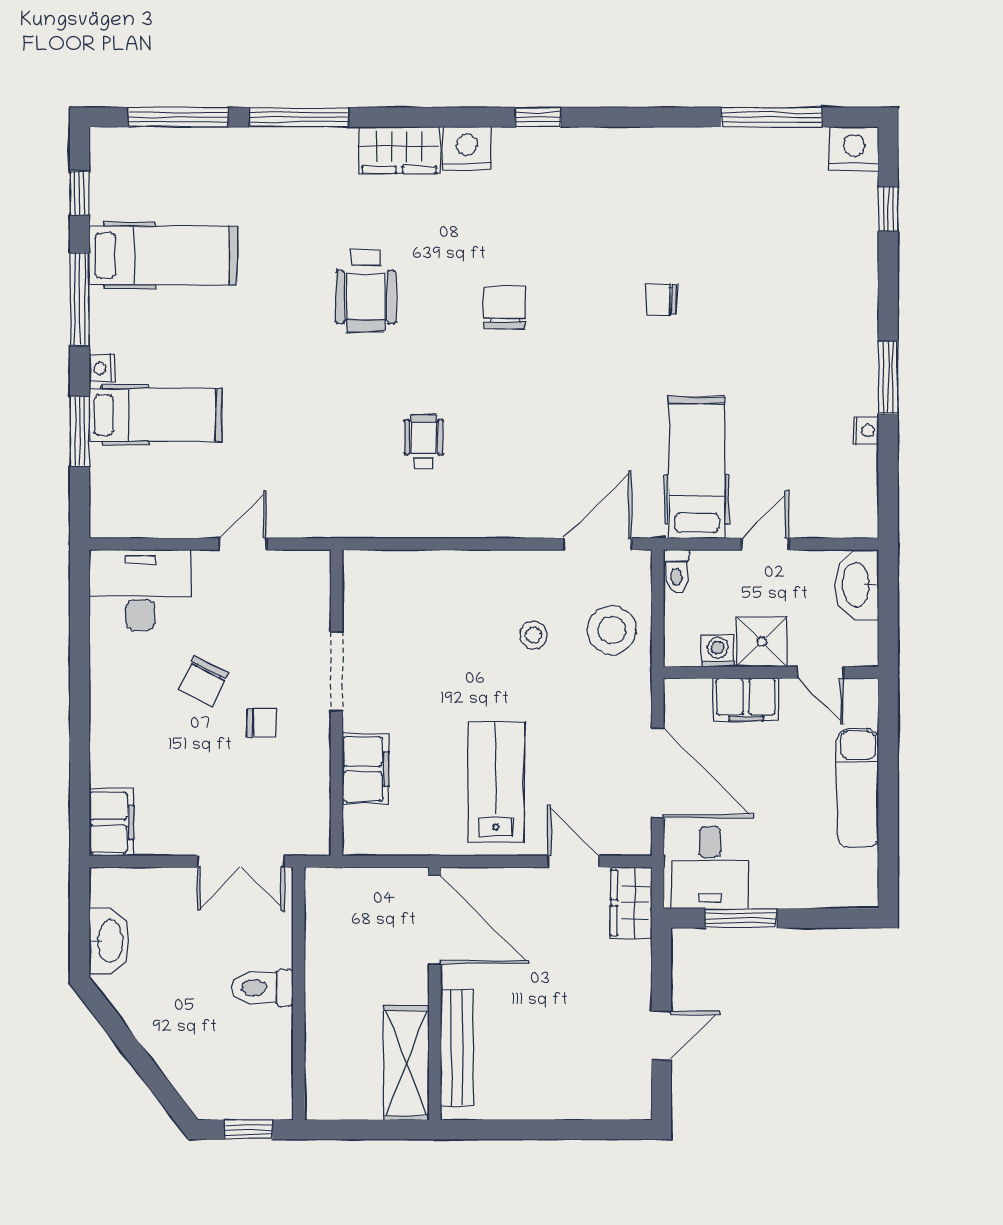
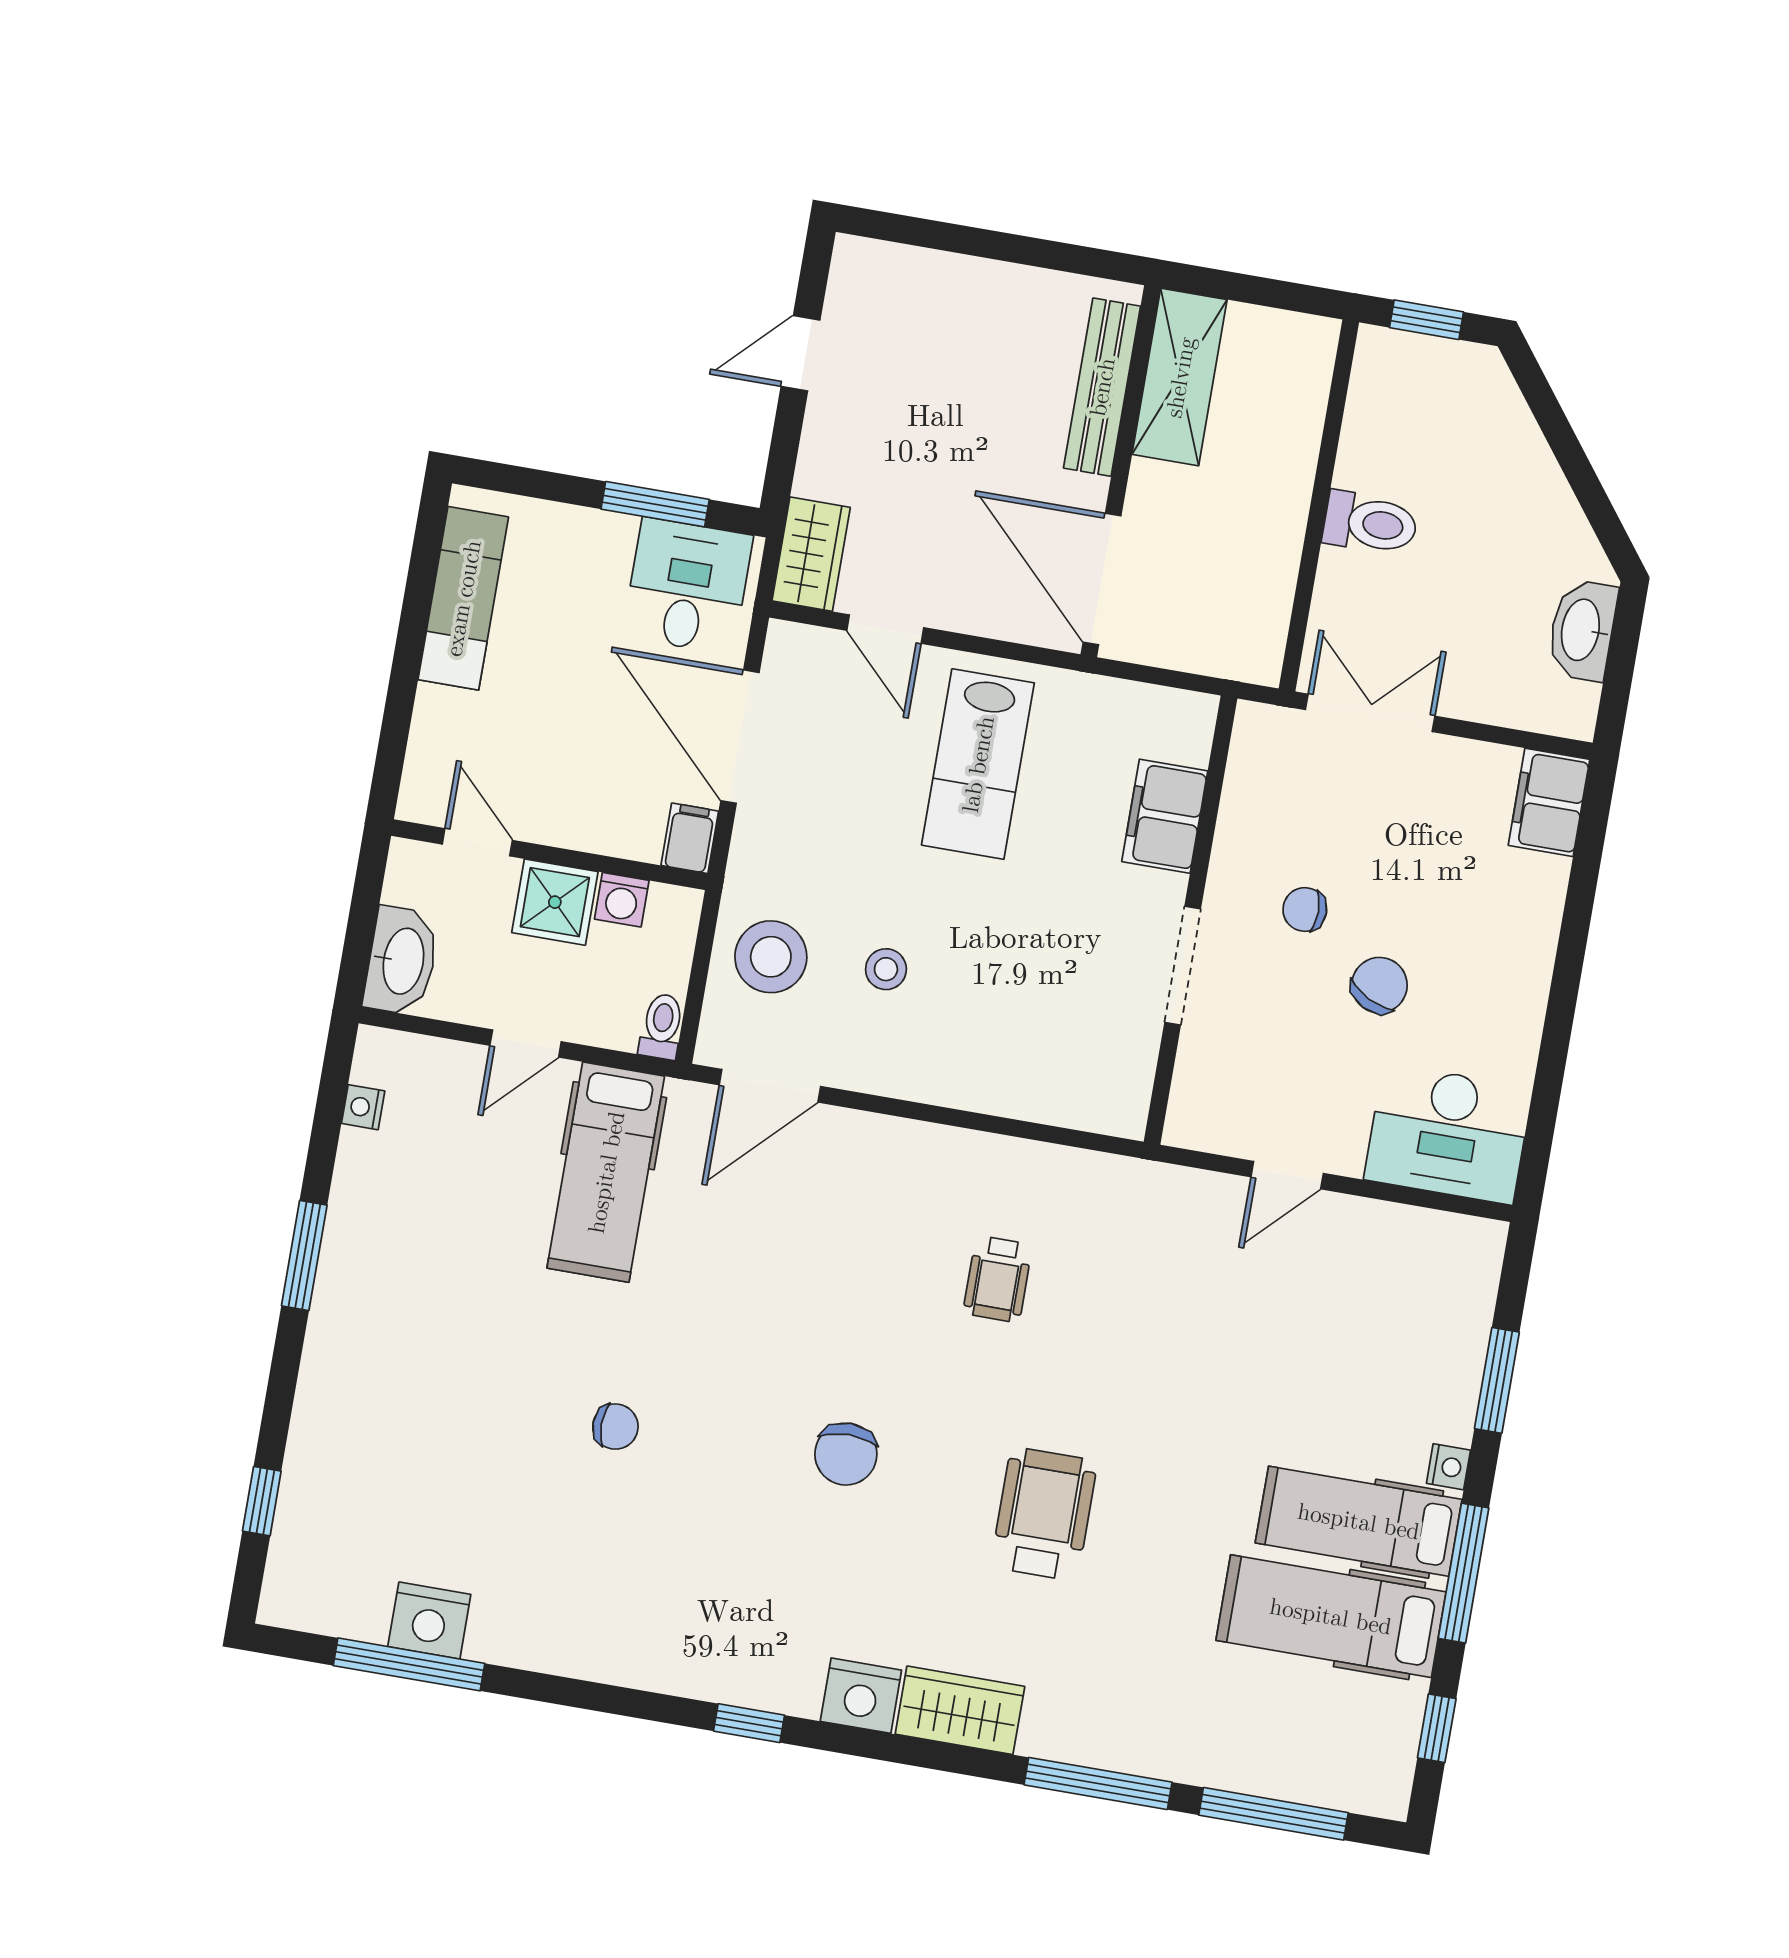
nightstand: (854, 149) -> (429, 1621), moved
hospital bed: (155, 415) -> (1359, 1521), moved
nightstand: (866, 431) -> (363, 1107), moved
filing cabinet: (746, 700) -> (690, 838), moved, width x0.50
exam couch: (858, 788) -> (463, 598), moved

